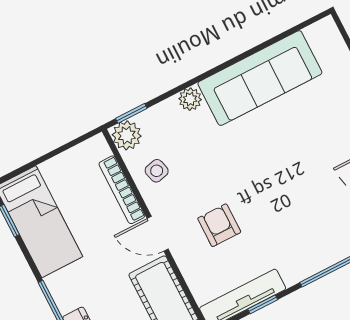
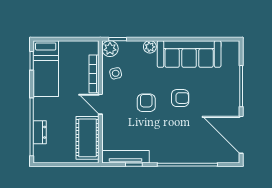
armchair: (282, 157) -> (180, 98), added
armchair: (219, 225) -> (146, 103), moved

